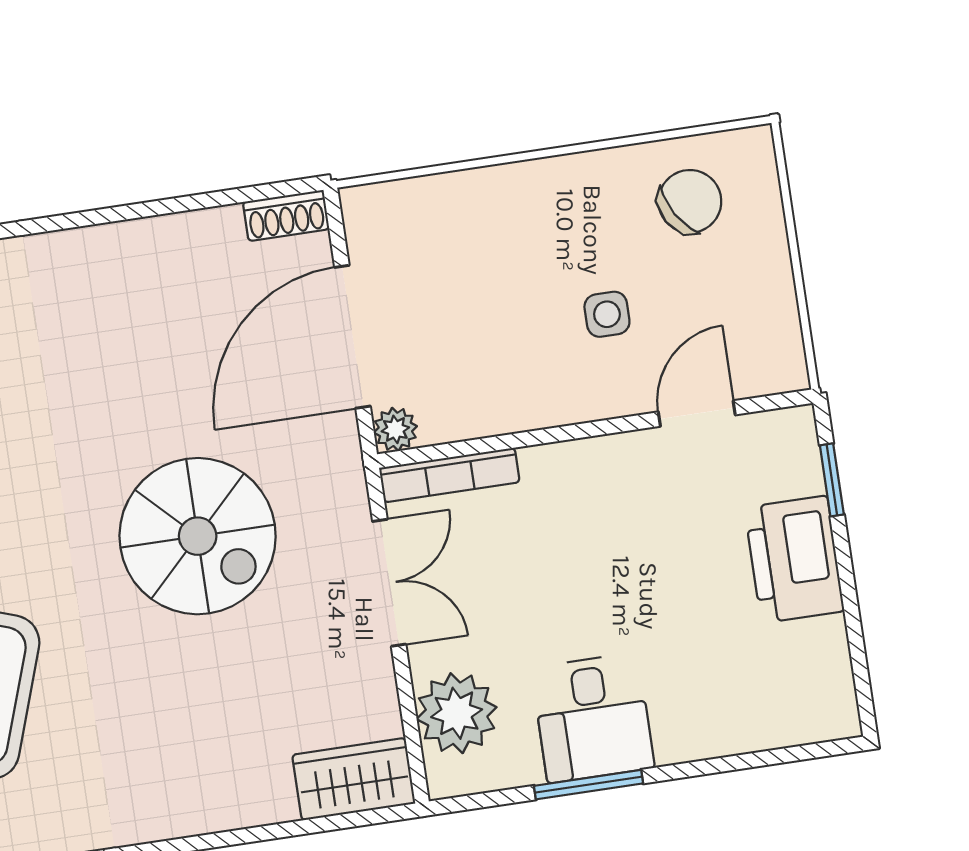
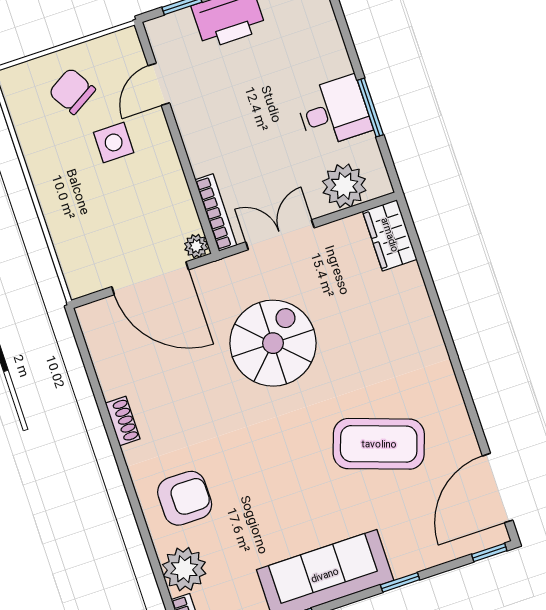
chair: (690, 201) -> (72, 91), moved
shoe rack: (286, 216) -> (123, 421), moved
side table: (607, 314) -> (114, 142), width x1.37, depth x1.37
door: (697, 413) -> (159, 84), hinge flipped

